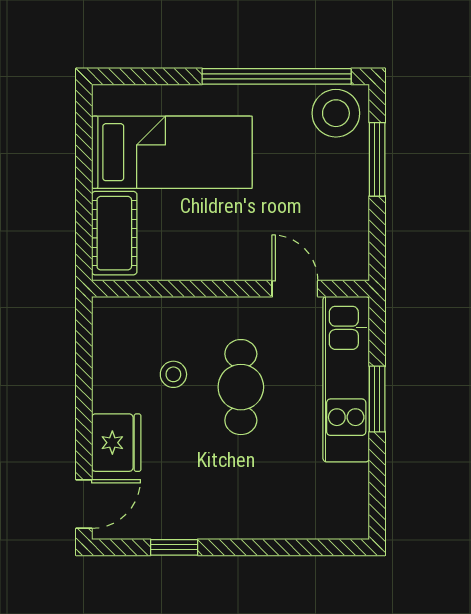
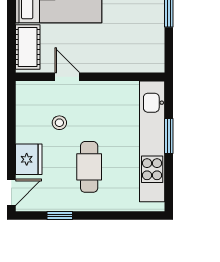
door: (295, 289) -> (67, 77), moved
kitchen unit: (346, 379) -> (152, 141), width x1.36
cafe table: (241, 387) -> (89, 167), moved

